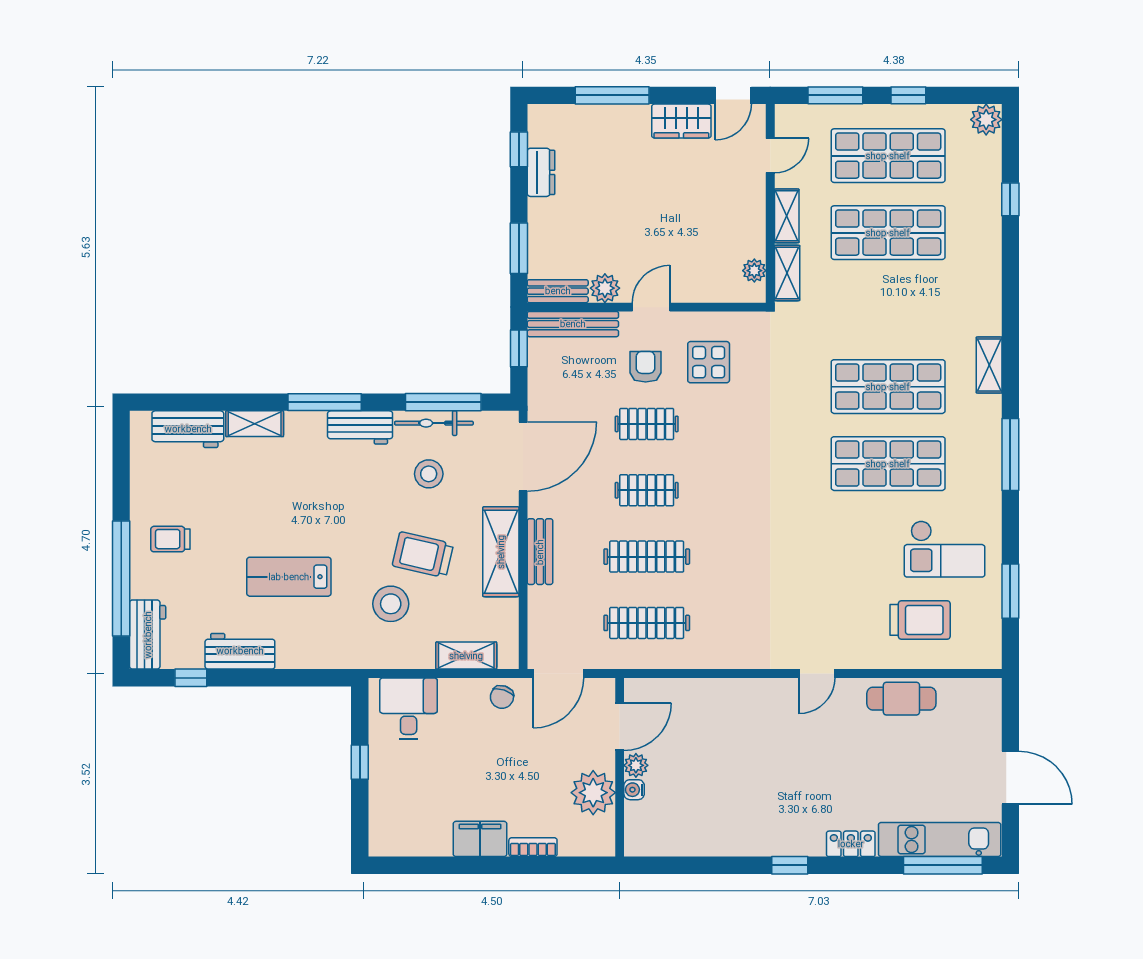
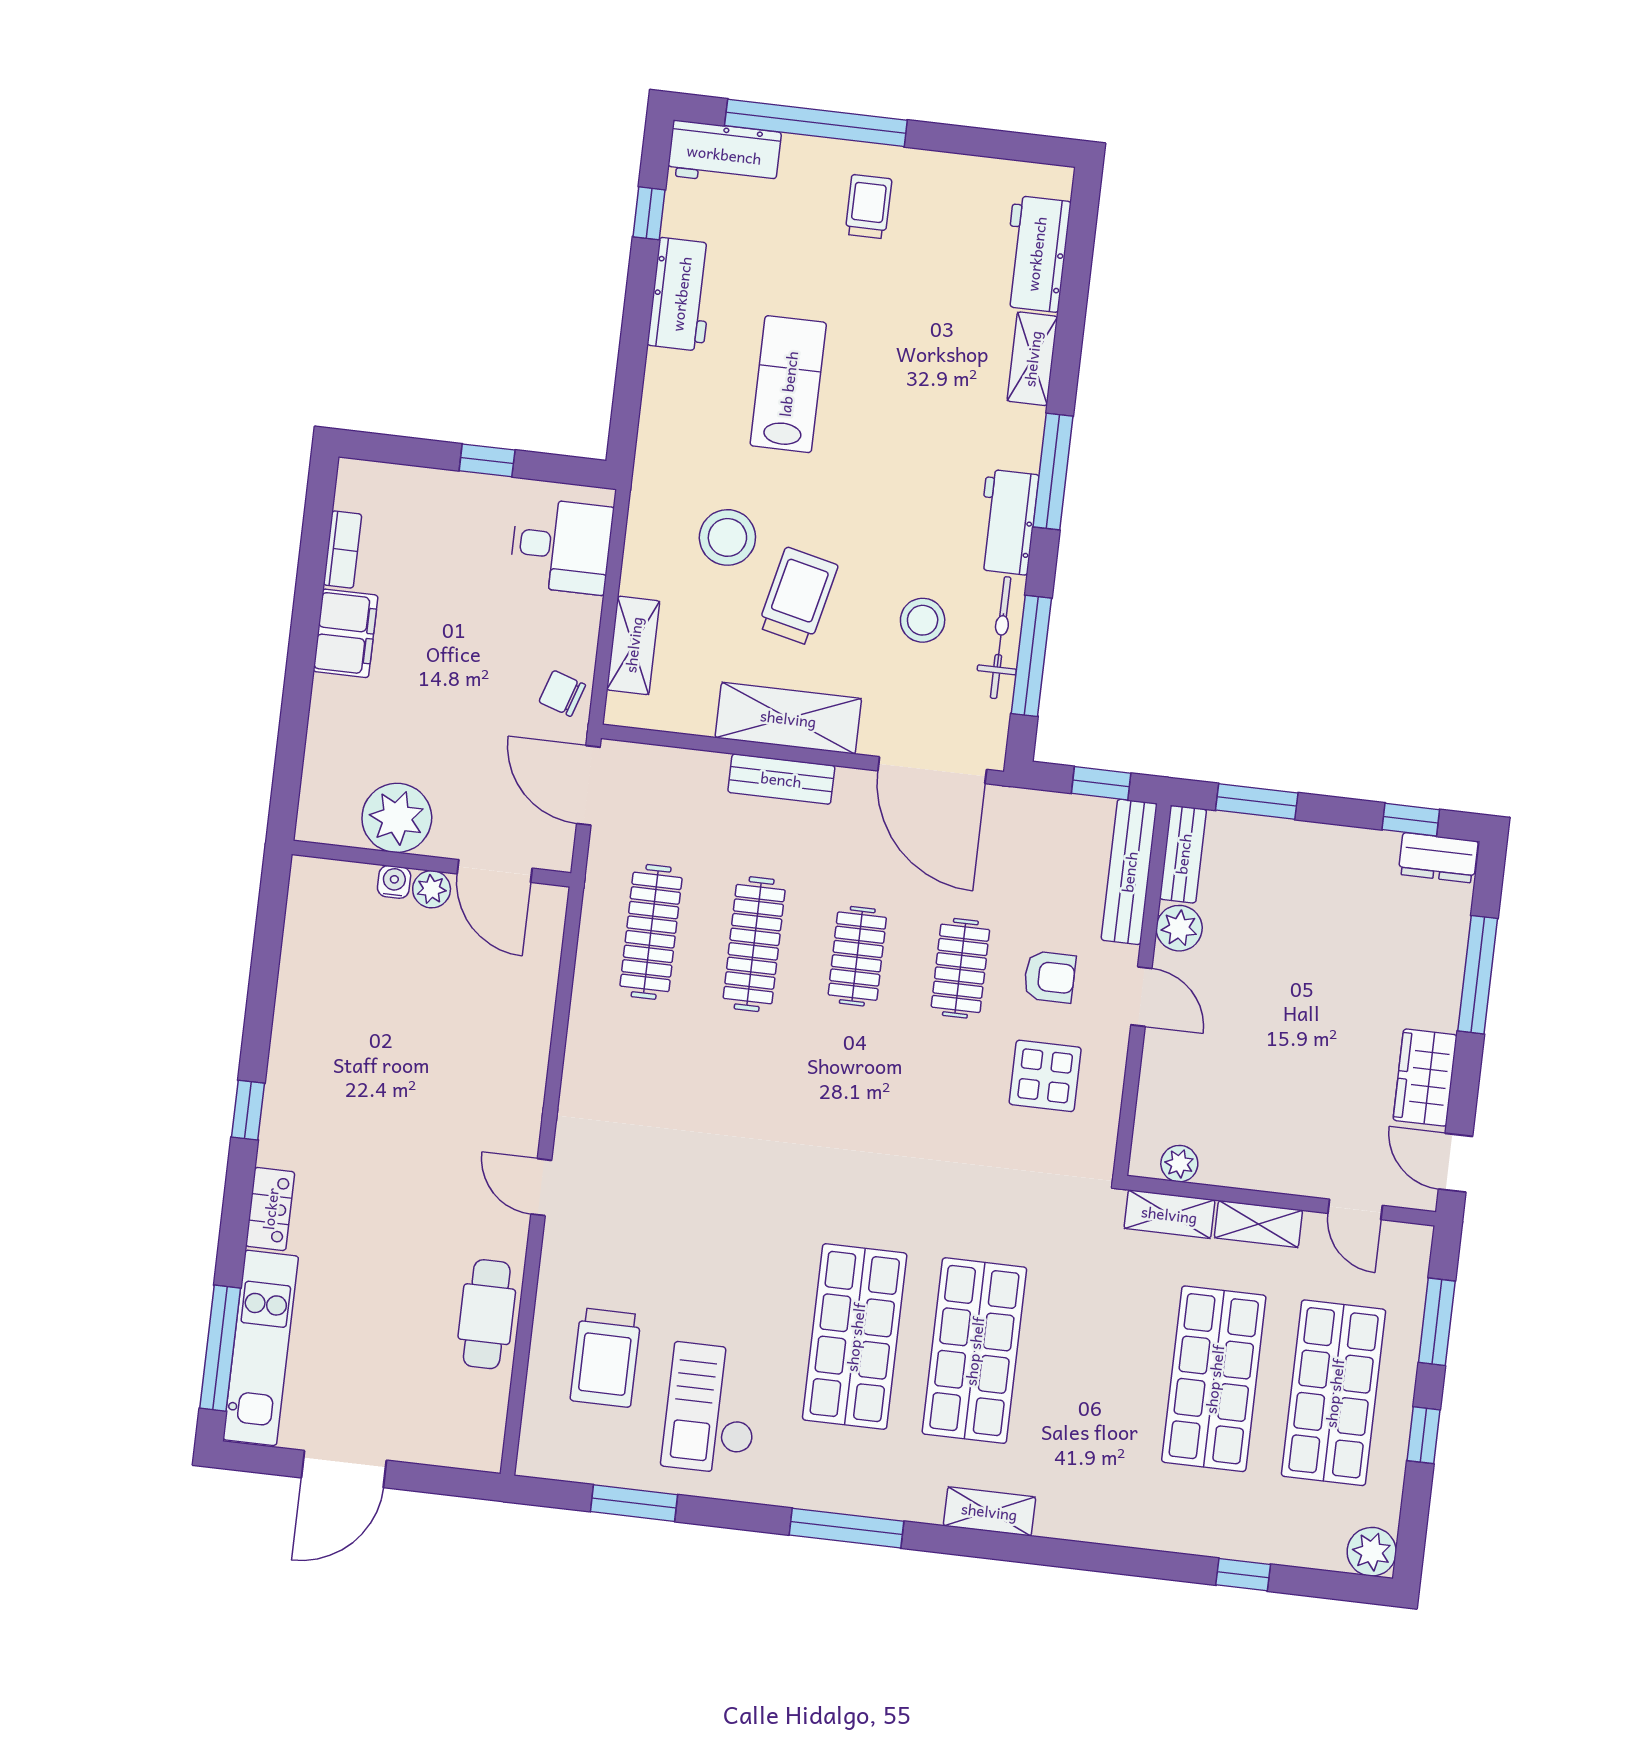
dresser: (541, 172) -> (1438, 858), moved
bookcase: (533, 847) -> (342, 550), moved

